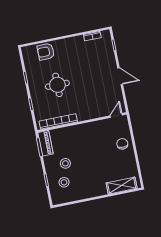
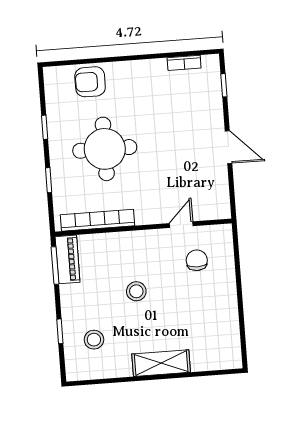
round table: (57, 85) -> (105, 149), width x1.36, depth x1.36
door: (116, 115) -> (181, 225), moved
chair: (122, 144) -> (197, 260), moved
stool: (65, 163) -> (136, 291), moved
shelving: (122, 186) -> (161, 363), moved

